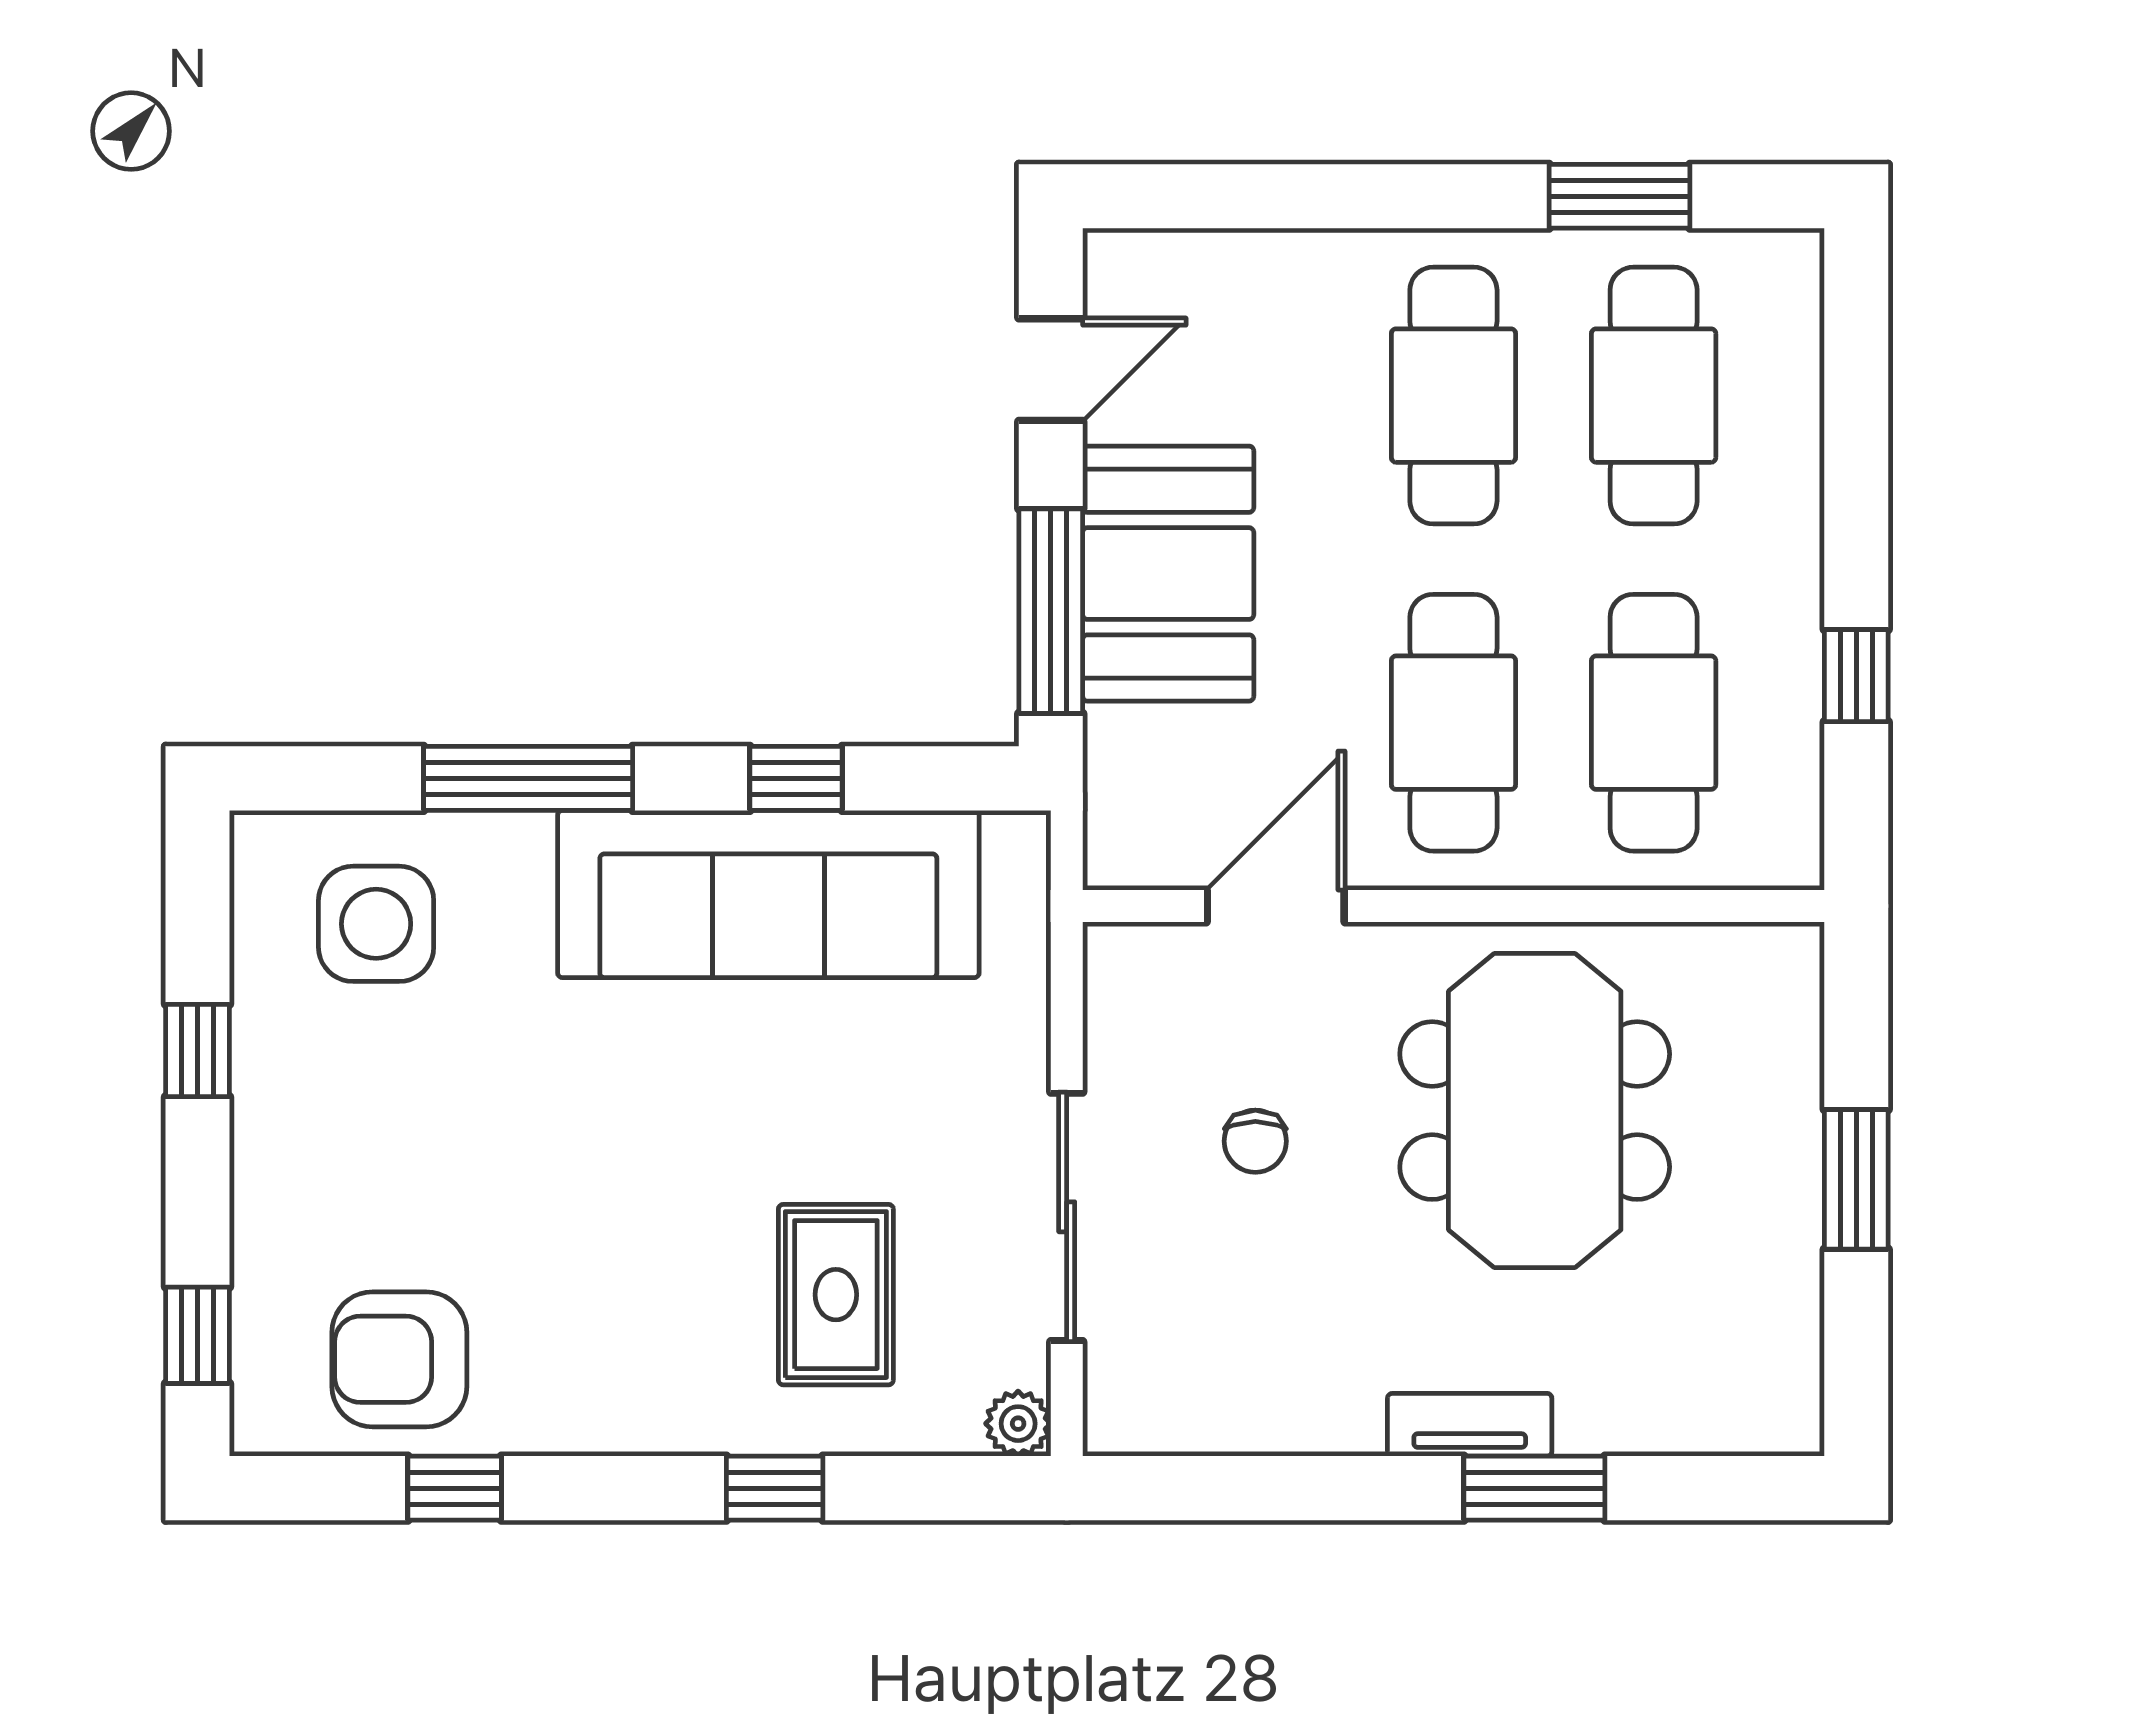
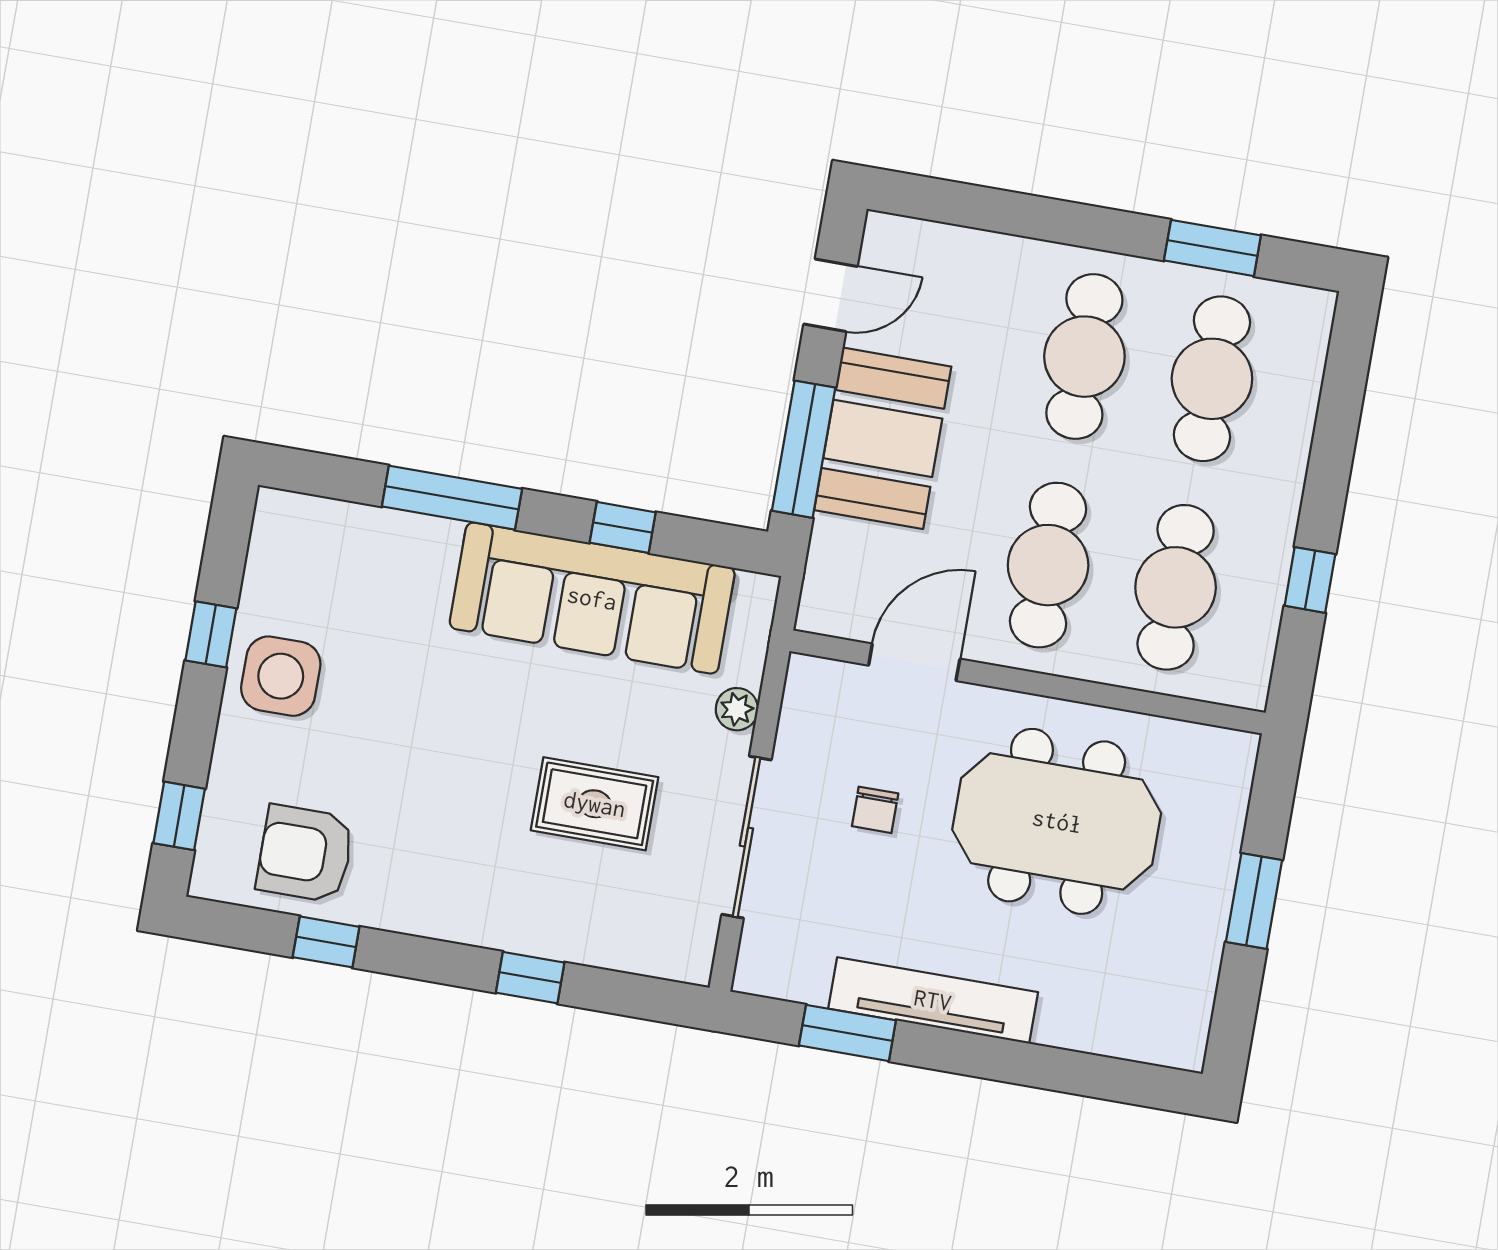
side table: (376, 924) -> (281, 676), moved
meeting table: (1535, 1111) -> (1057, 821), turned 90
rug: (836, 1295) -> (595, 804), moved, turned 90
plant: (1018, 1424) -> (737, 709), moved
tv unit: (1470, 1425) -> (933, 1000), width x1.92, depth x1.29
window: (1534, 1488) -> (847, 1033), moved

